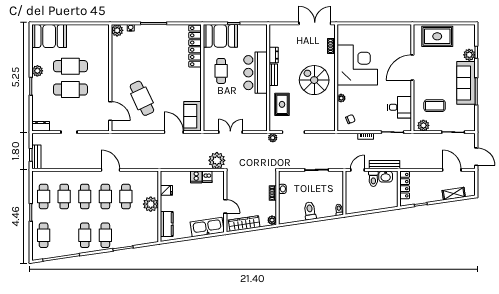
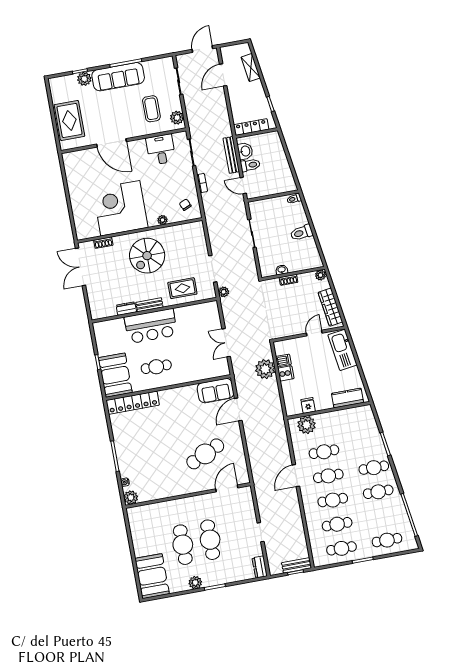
plant: (217, 160) -> (265, 369), moved
plant: (151, 204) -> (306, 425), moved

